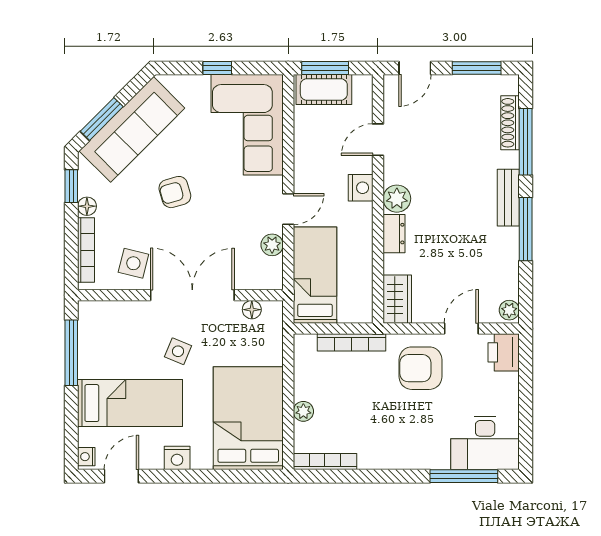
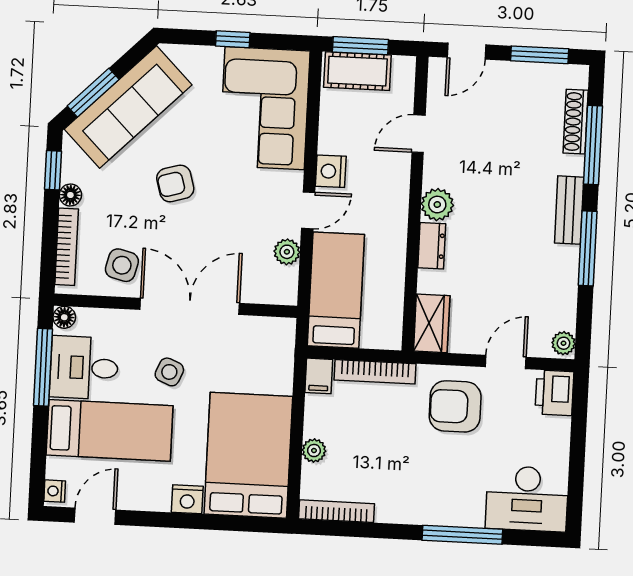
nightstand: (361, 188) -> (331, 171), moved, turned 180
floor lamp: (252, 310) -> (64, 317), moved
filing cabinet: (304, 348) -> (319, 376), added
desk: (106, 351) -> (84, 368), added
nightstand: (177, 458) -> (187, 499), moved
window: (464, 476) -> (462, 535), moved

